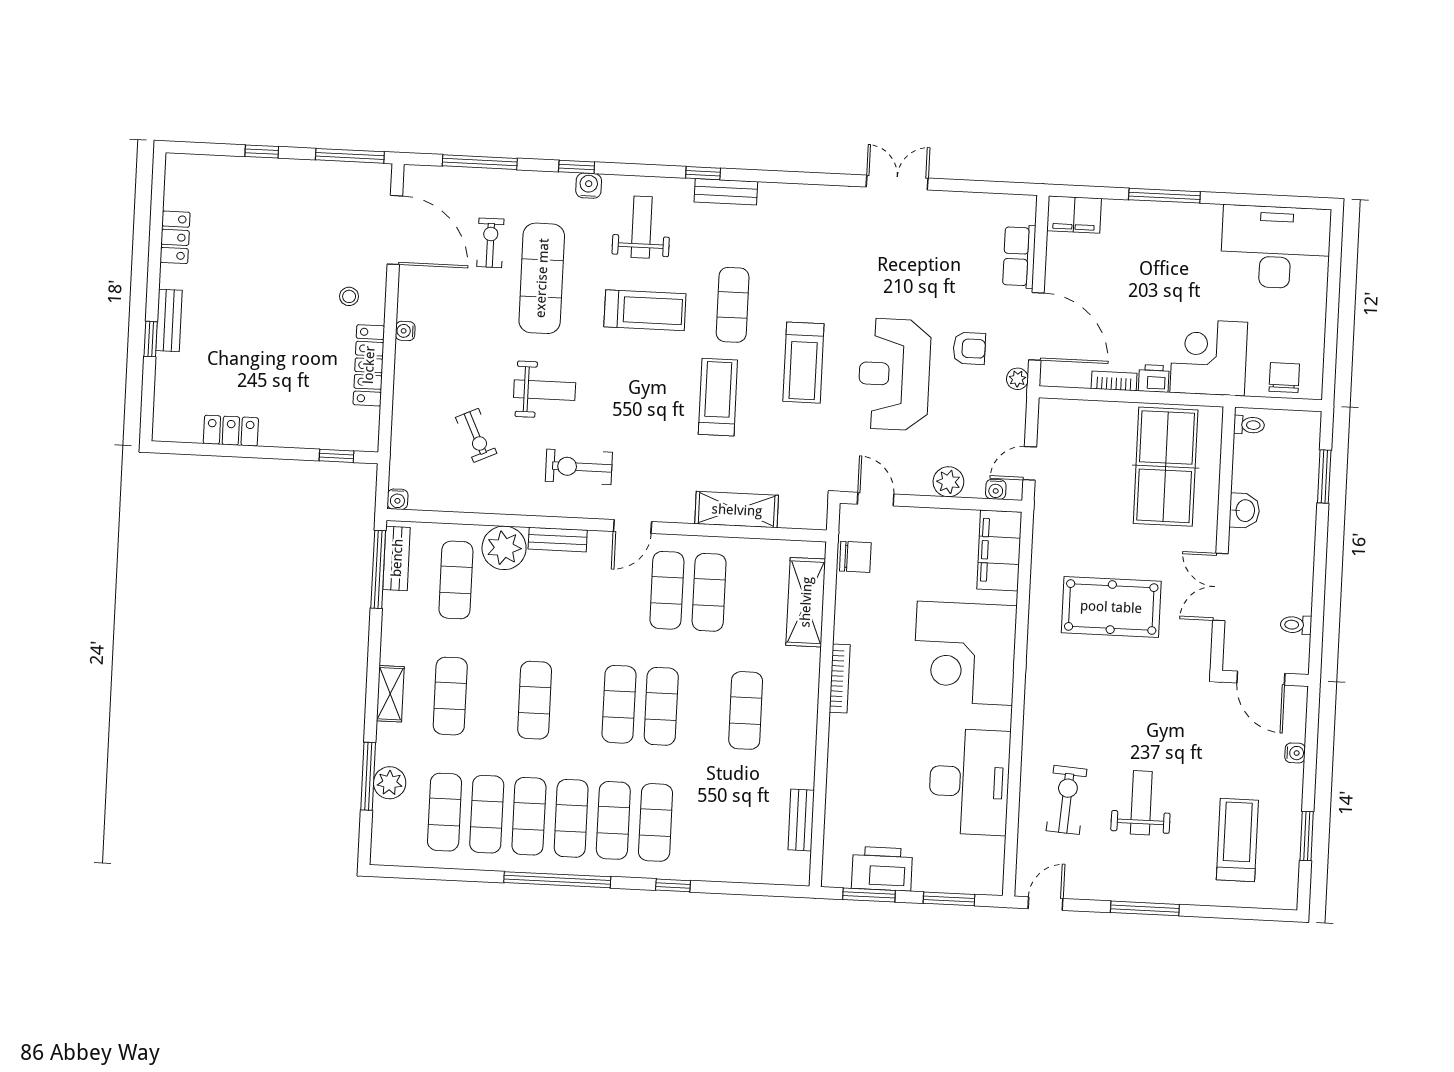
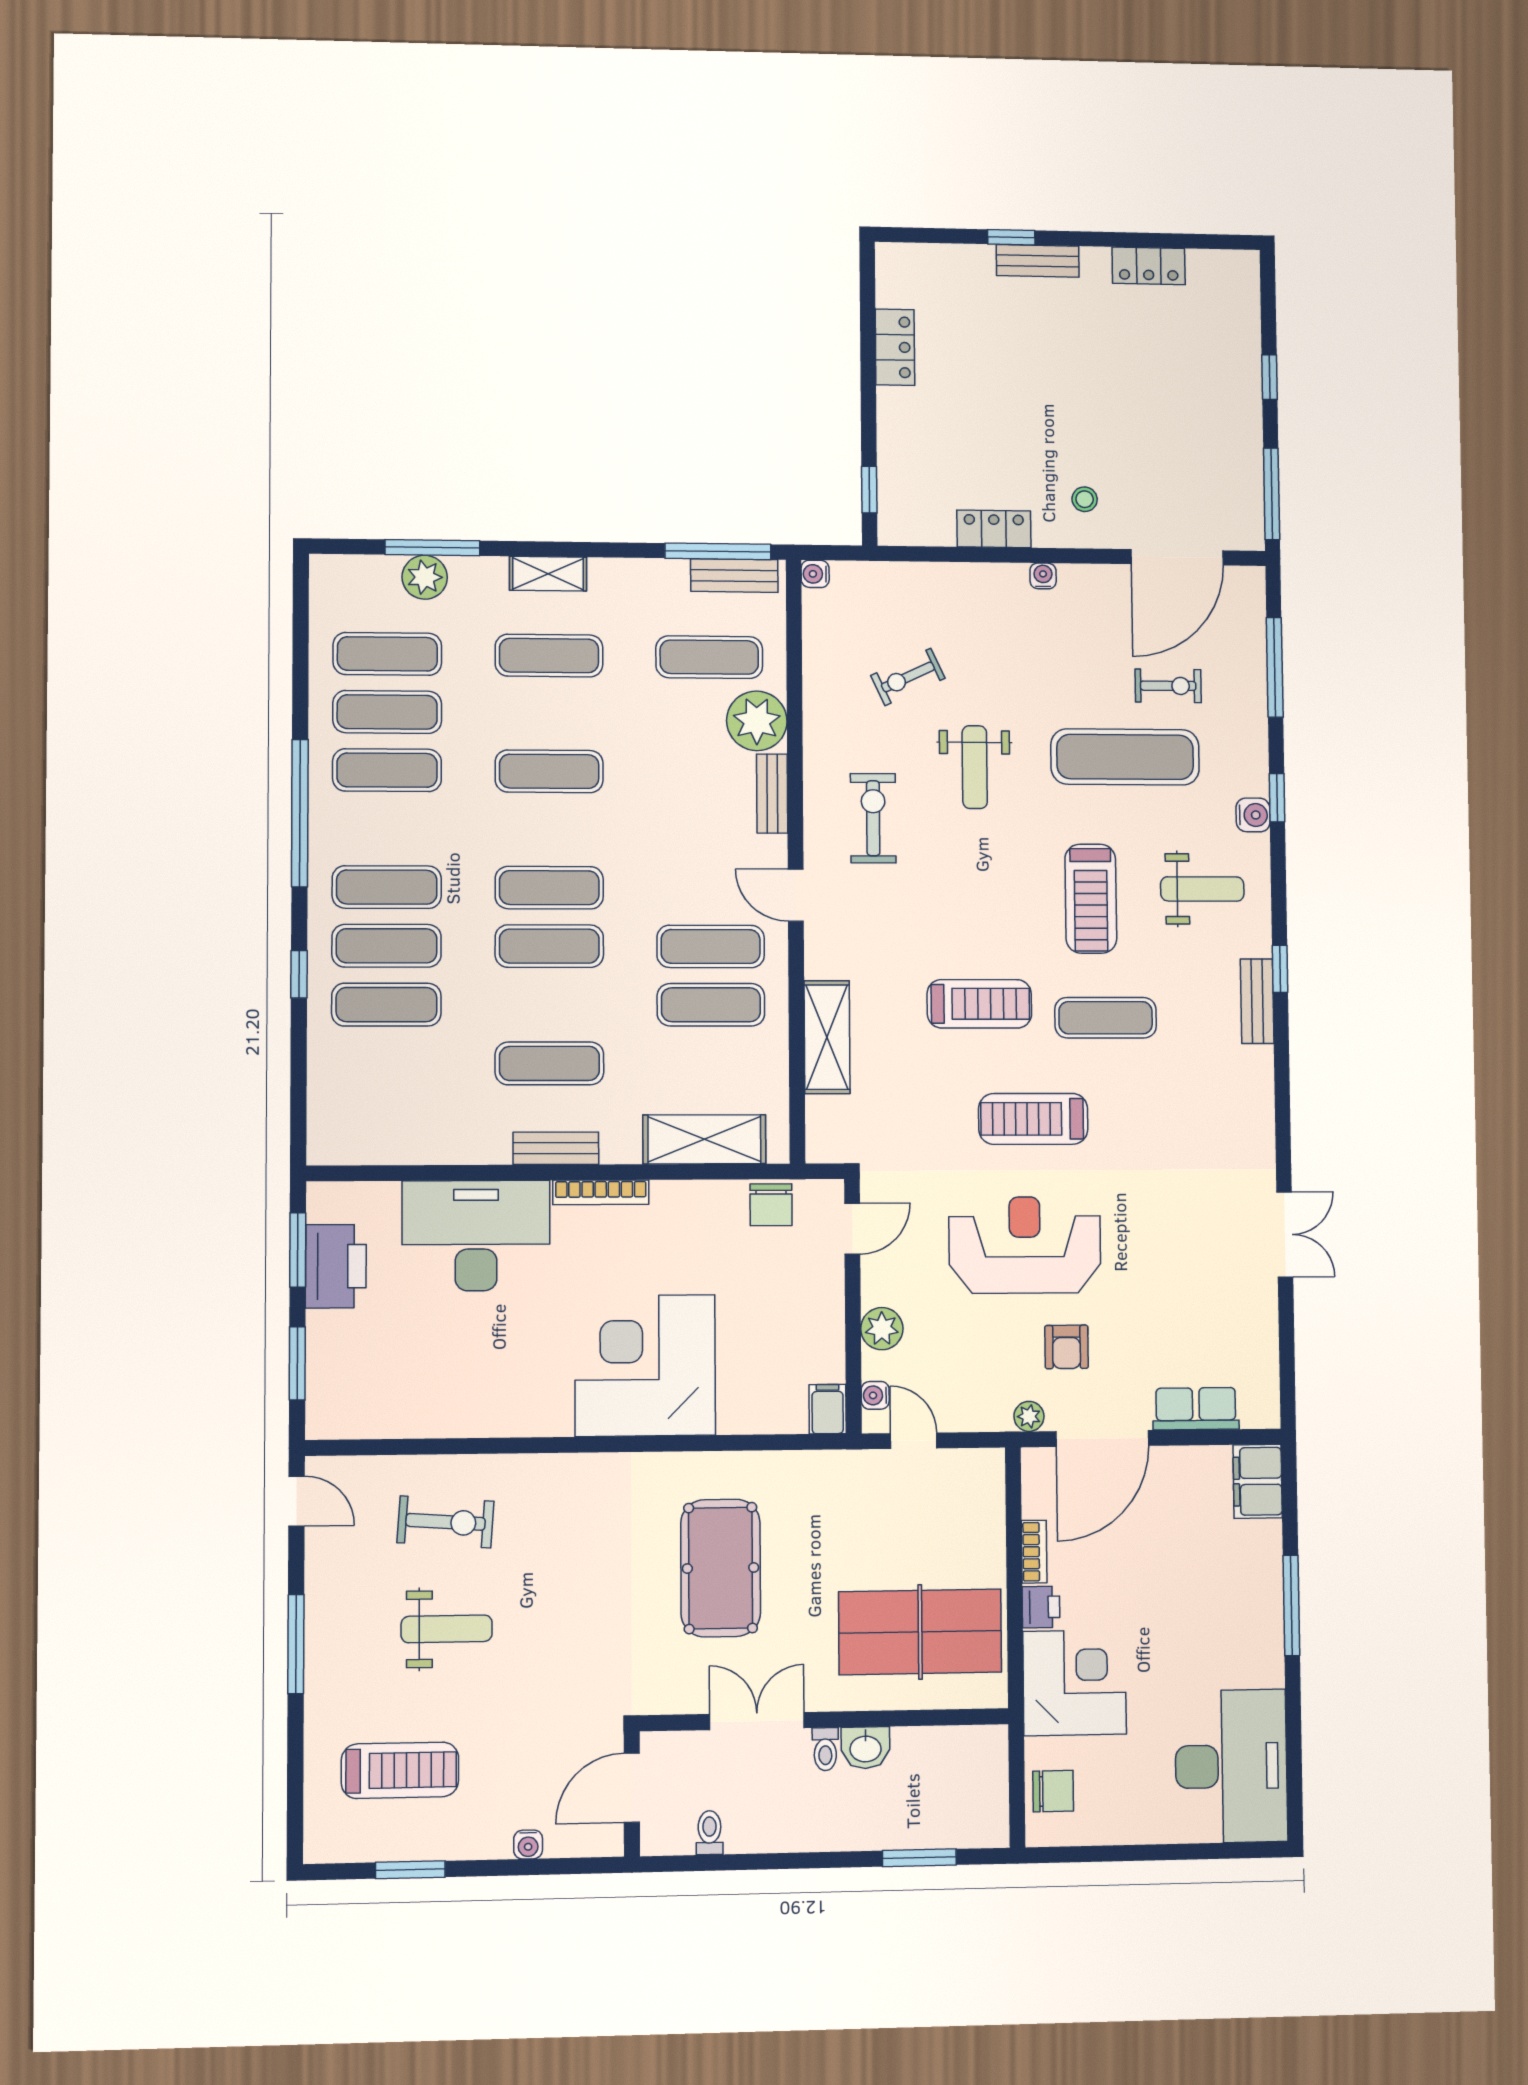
locker: (369, 365) -> (994, 529), width x0.66
toilet: (1249, 425) -> (825, 1749), moved
filing cabinet: (999, 550) -> (828, 1409), width x0.33, depth x0.86
desk: (969, 782) -> (476, 1236), moved, turned 180
exercise mat: (571, 818) -> (386, 1005), moved
bench: (801, 820) -> (556, 1148), moved

